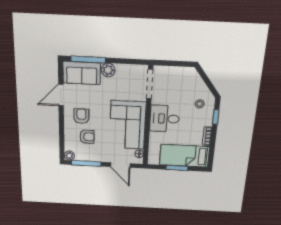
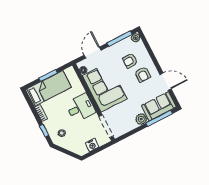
nightstand: (176, 72) -> (92, 145), added
door: (61, 95) -> (166, 82), hinge flipped
door: (120, 165) -> (92, 53), hinge flipped

